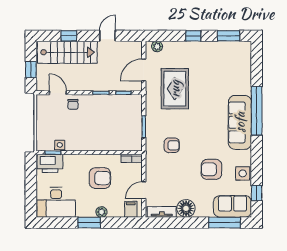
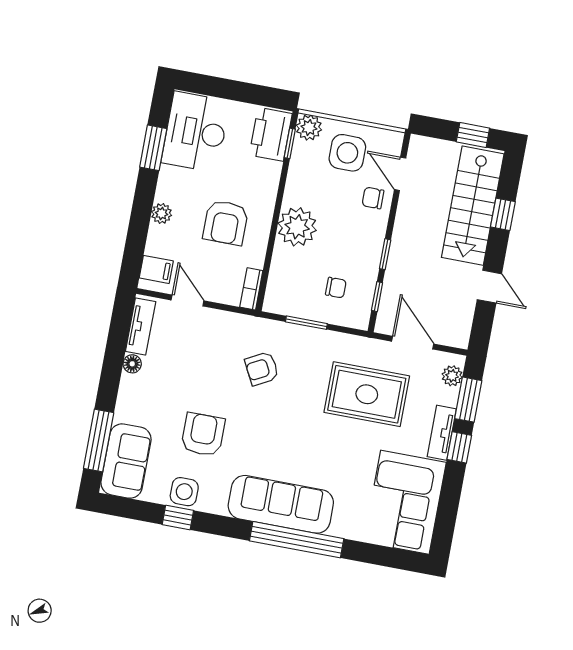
window: (229, 36) -> (468, 400), moved
tv unit: (187, 46) -> (442, 433), added
corner sofa: (227, 59) -> (405, 502), added
window: (31, 70) -> (473, 135), moved
door: (58, 93) -> (400, 174), swing flipped
chair: (123, 115) -> (336, 288), added
plant: (95, 141) -> (297, 227), added
plant: (43, 144) -> (309, 128), added
side table: (60, 145) -> (347, 153), moved, width x1.87, depth x1.87
armchair: (172, 145) -> (262, 369), turned 62
window: (257, 193) -> (178, 518), moved
floor lamp: (186, 208) -> (132, 364), width x0.53, depth x0.53
window: (89, 223) -> (153, 148), moved

